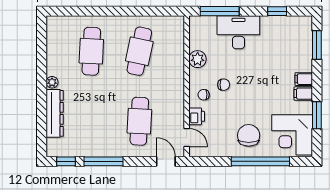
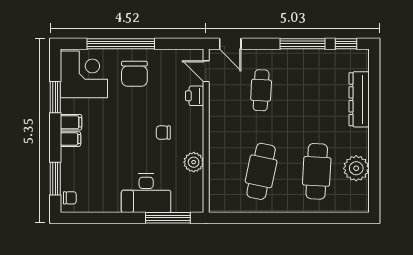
window: (277, 11) -> (101, 218), removed
plant: (52, 82) -> (356, 168), moved, width x1.88, depth x1.88
chair: (204, 95) -> (70, 198), moved
cafe table: (139, 121) -> (261, 90), width x0.73, depth x0.74

